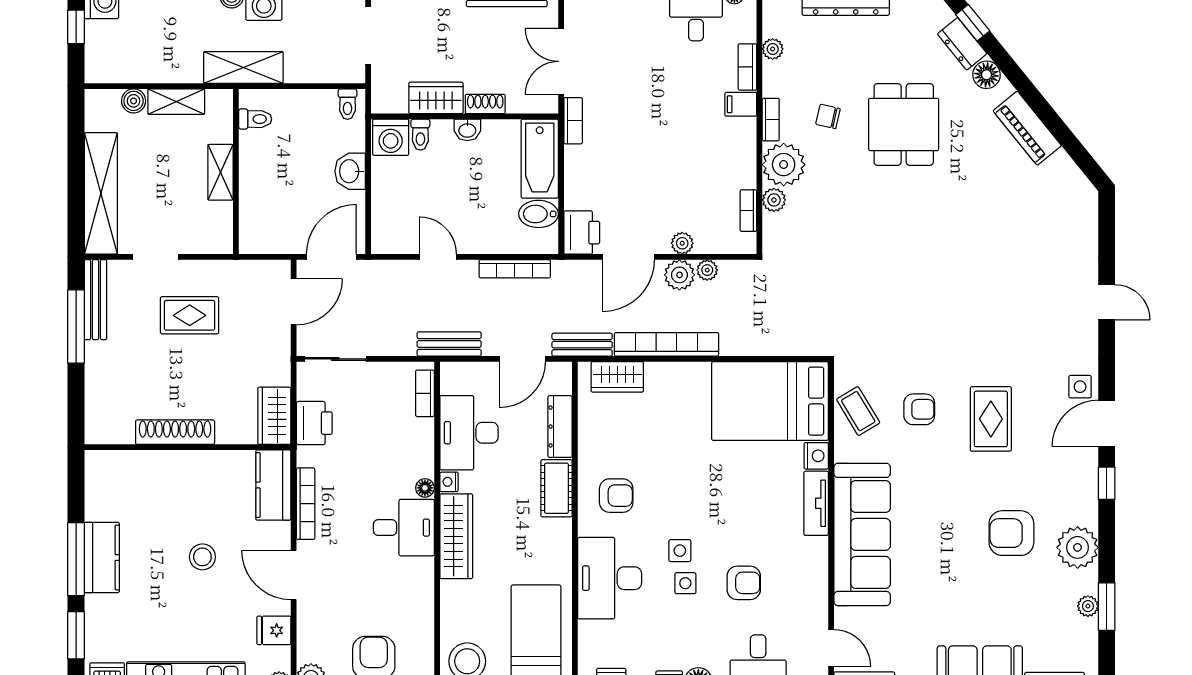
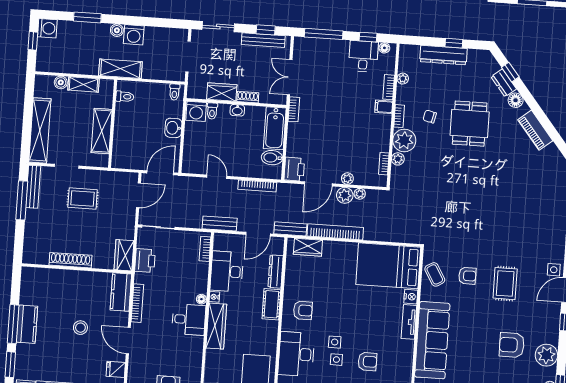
shelving: (221, 172) -> (102, 131), width x1.50, depth x1.33

